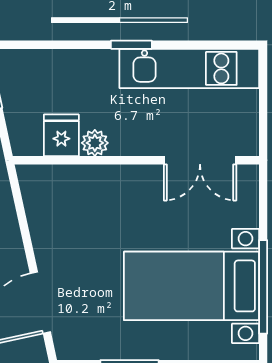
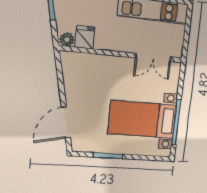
plant: (95, 143) -> (67, 40), moved

